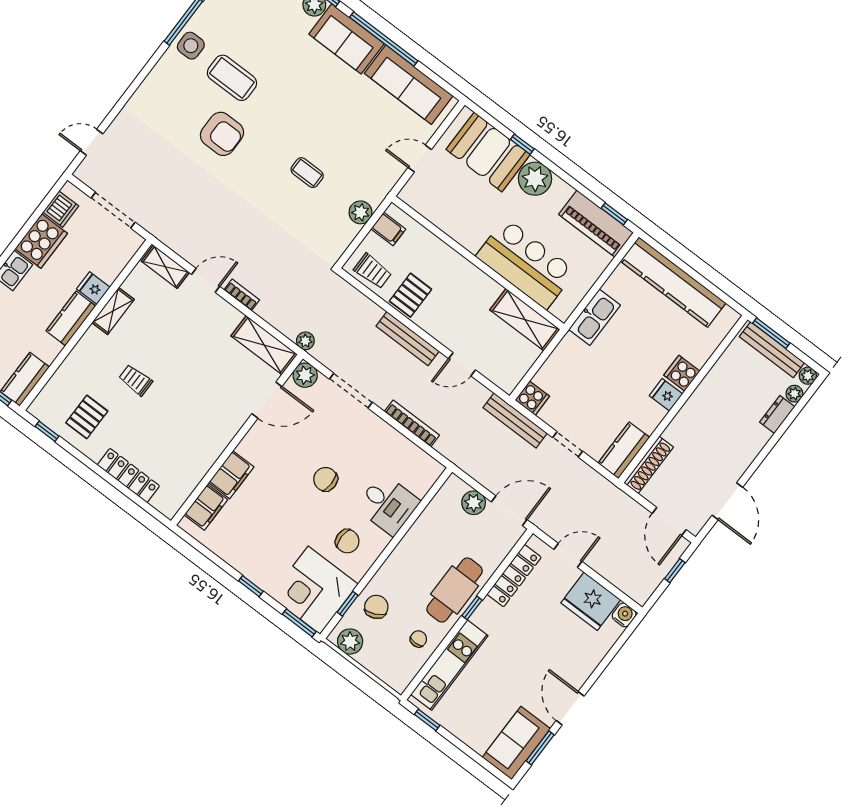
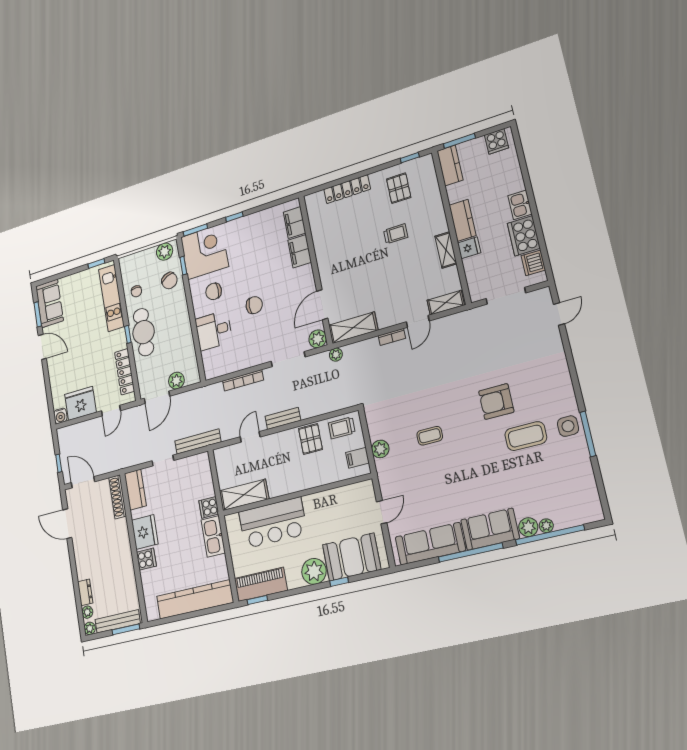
bench: (408, 339) -> (283, 418), width x0.73
fridge: (666, 395) -> (145, 532), width x1.88, depth x1.34
cooker: (532, 398) -> (209, 507), moved

